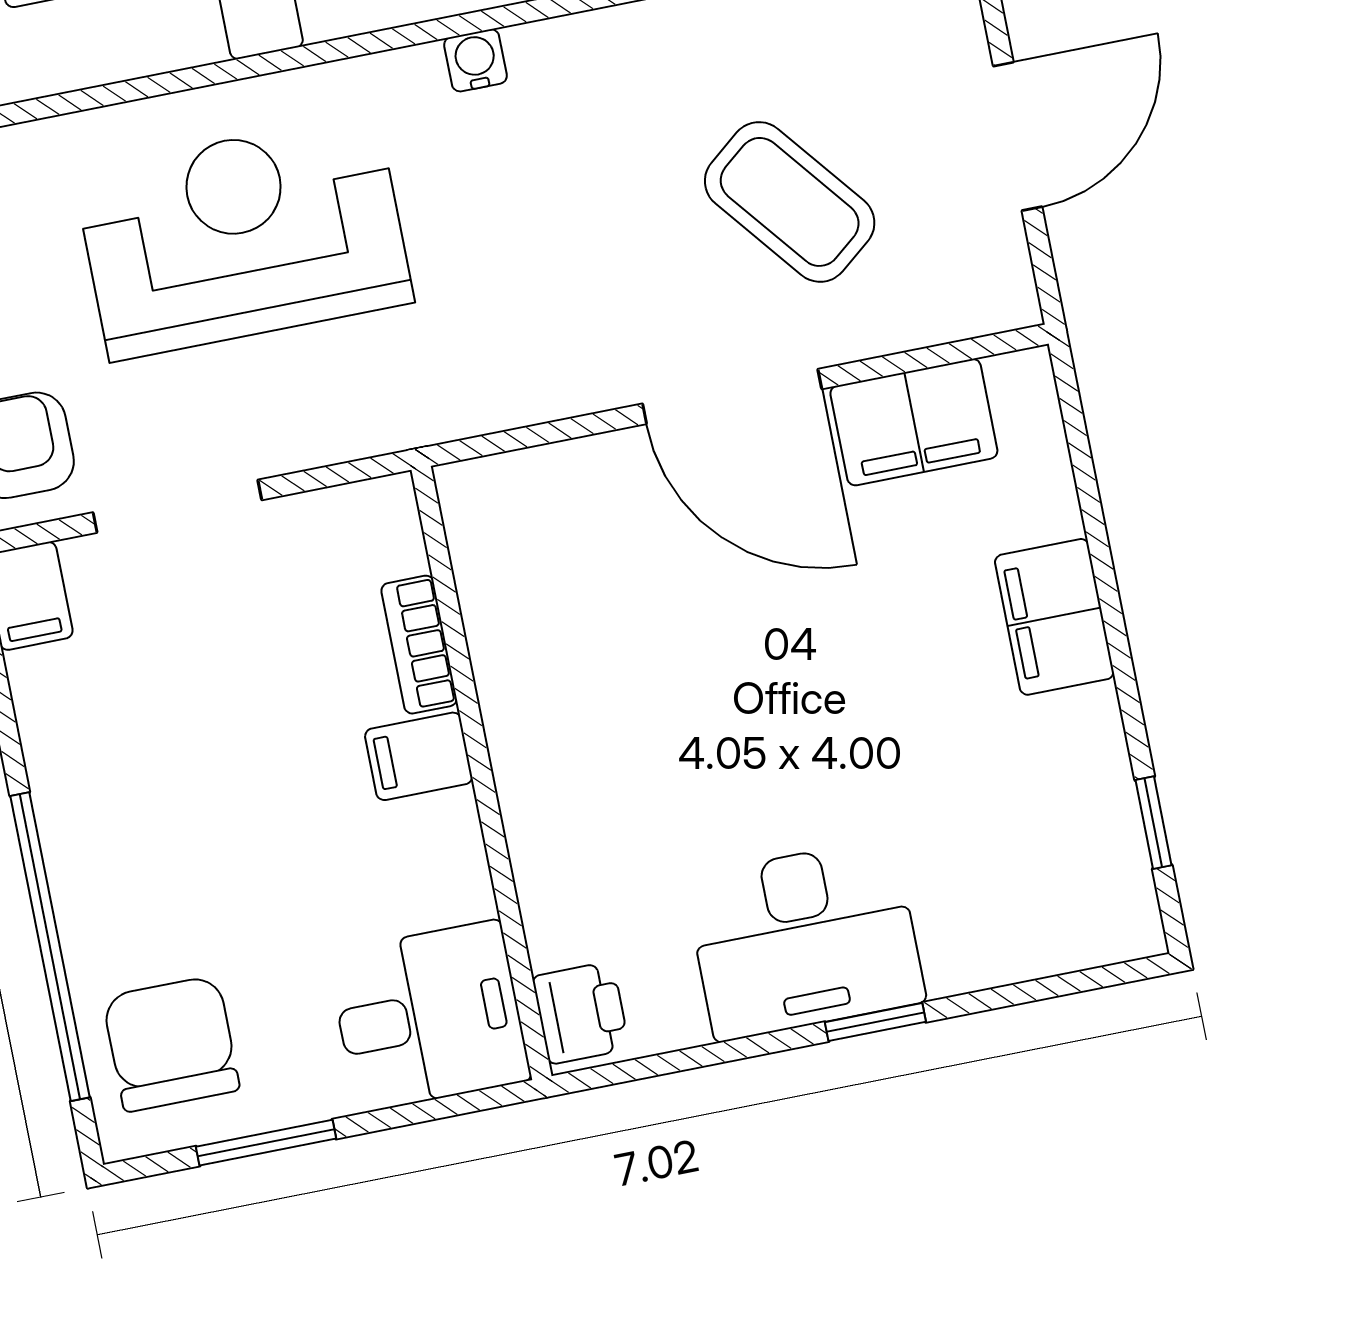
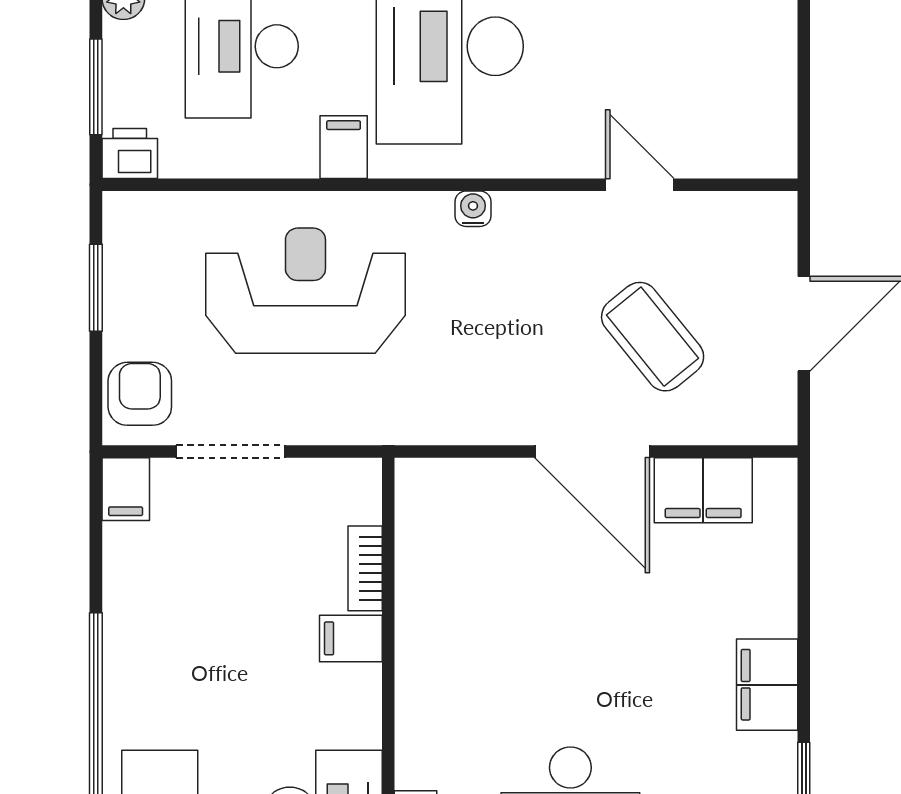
filing cabinet: (1054, 617) -> (767, 685), moved

